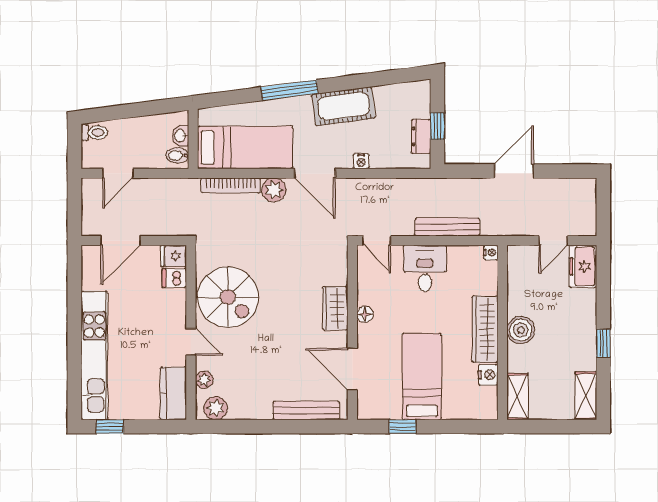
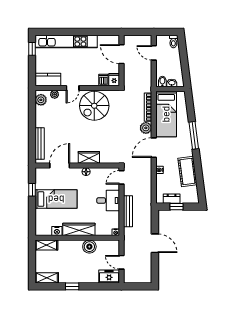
cot: (344, 106) -> (187, 171), moved
boiler: (521, 330) -> (89, 247), moved

